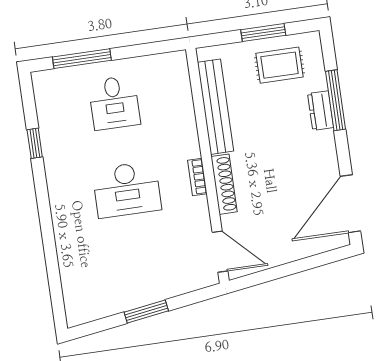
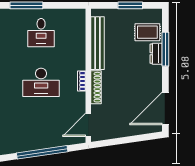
rug: (280, 65) -> (147, 32), moved
door: (220, 252) -> (88, 125), swing flipped
window: (146, 311) -> (42, 152), width x2.11

